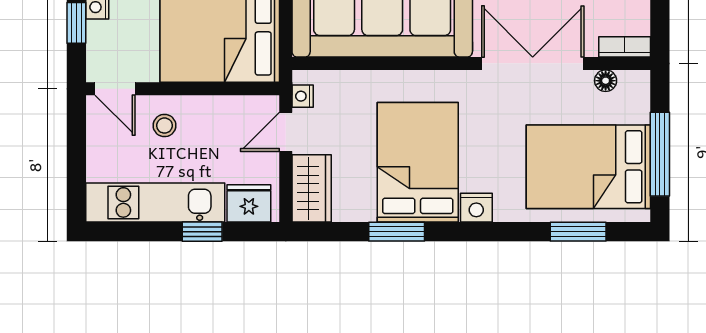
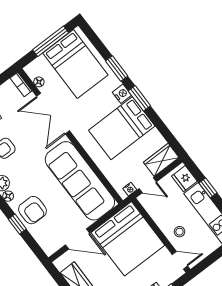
door: (115, 89) -> (180, 260), hinge flipped
window: (397, 232) -> (139, 98), moved
window: (578, 232) -> (117, 69), moved

